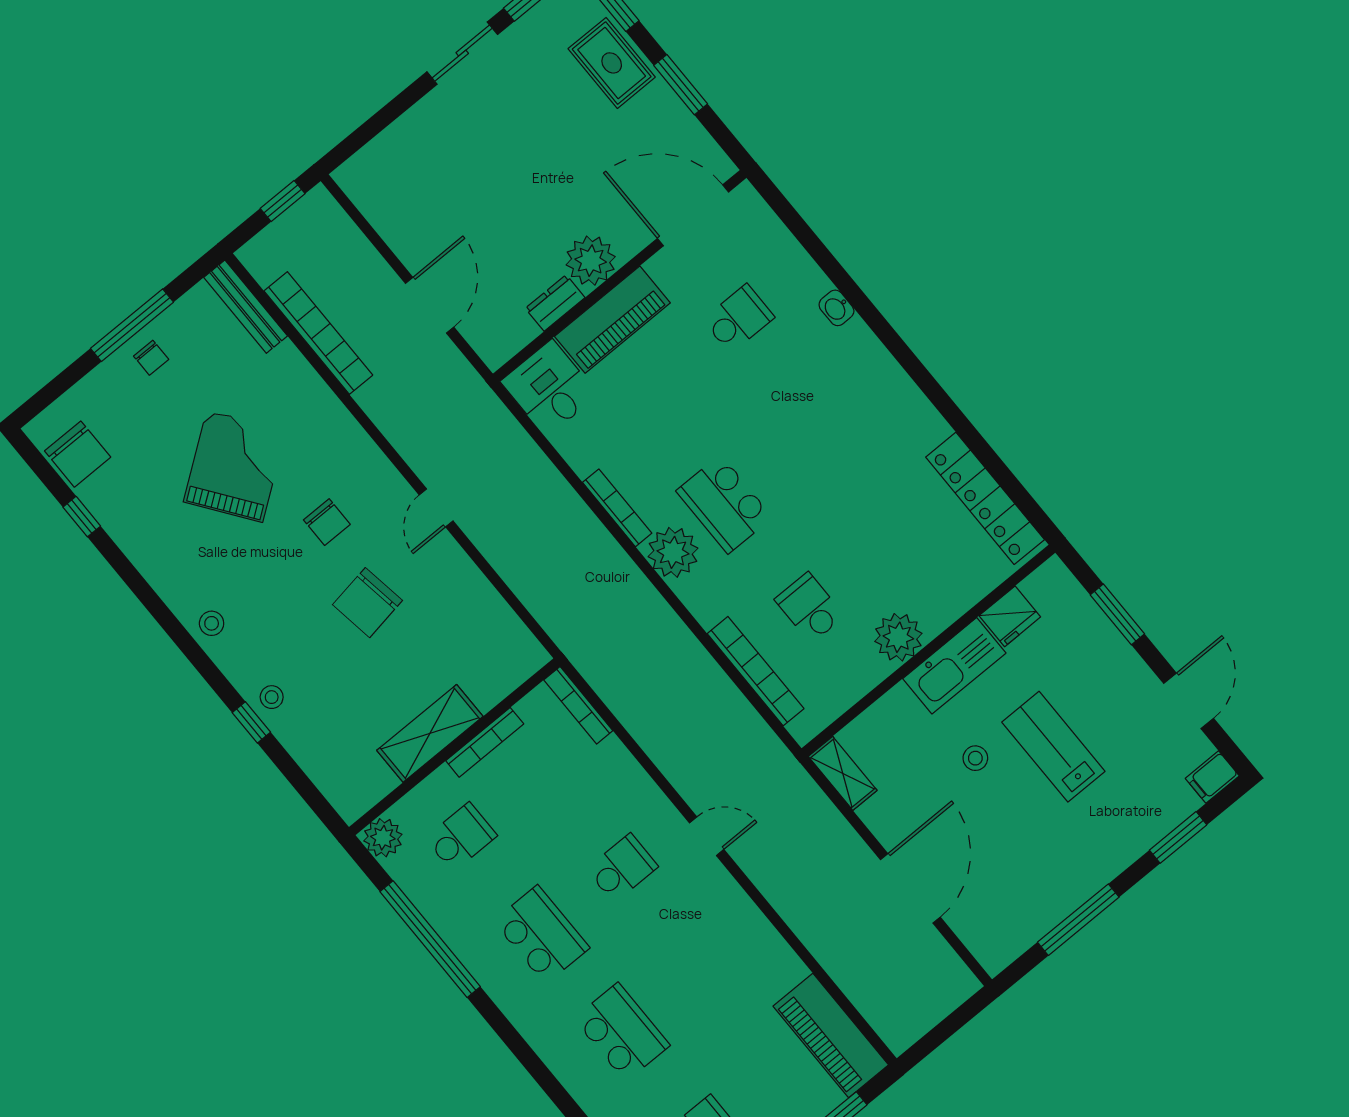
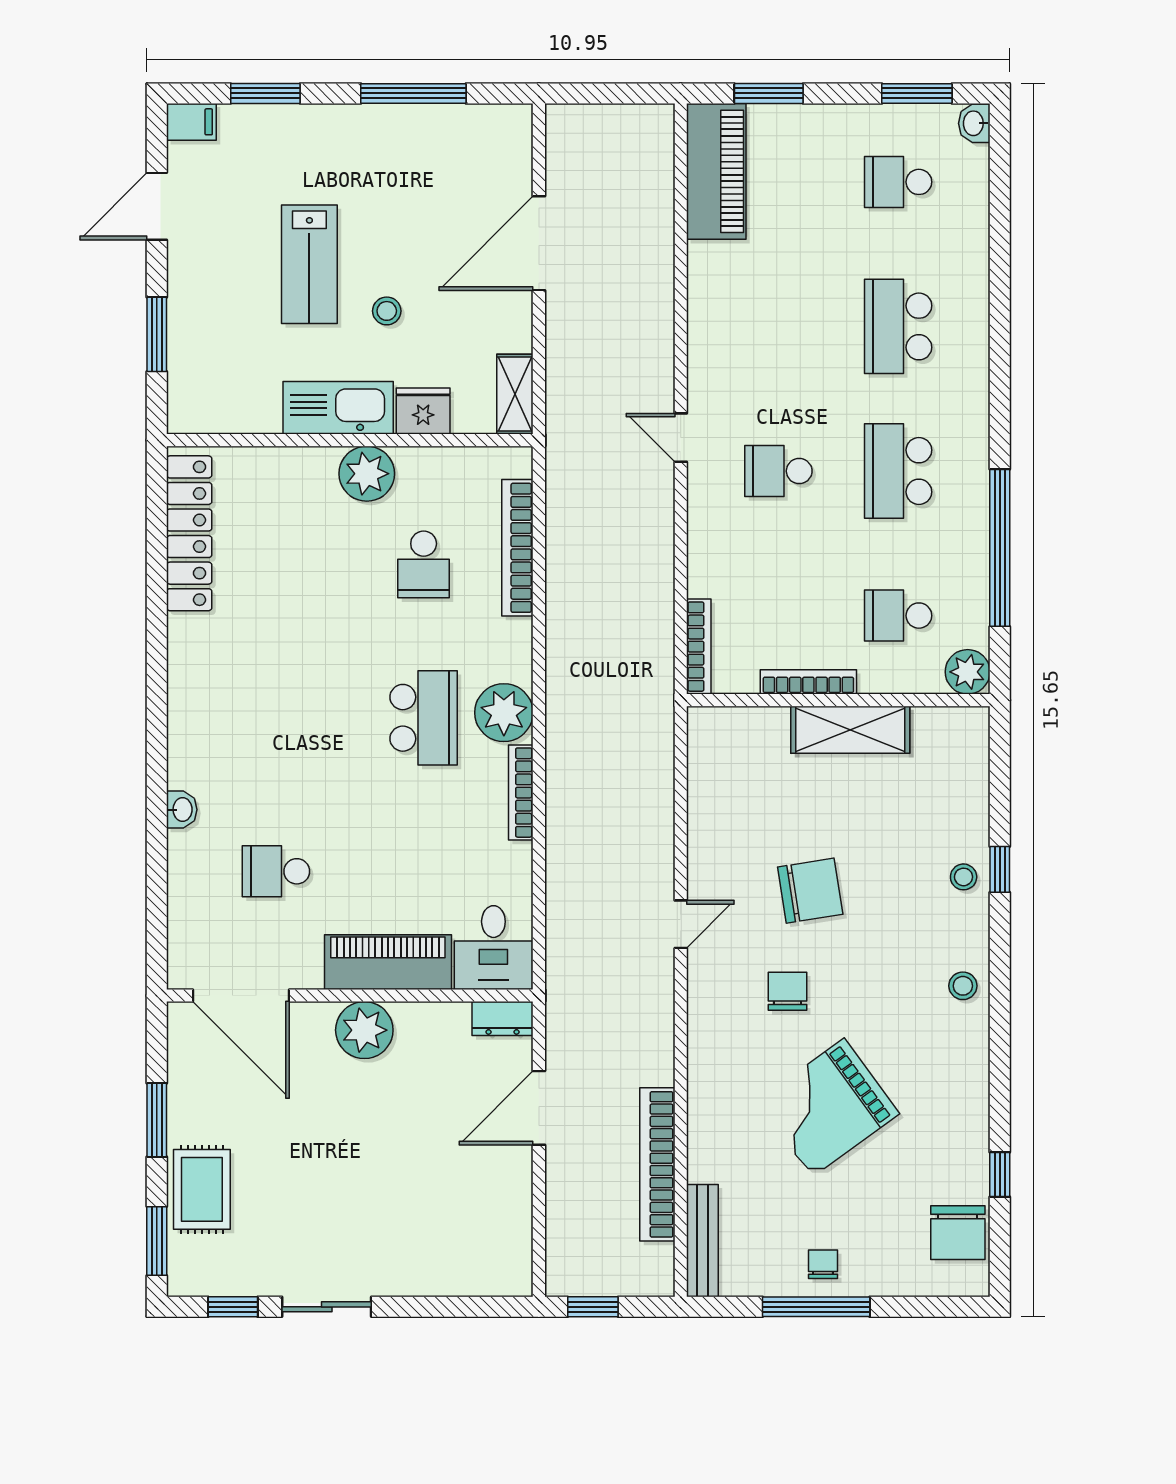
dresser: (555, 303) -> (503, 1019), moved
chair: (78, 454) -> (958, 1233), turned 180
fridge: (1010, 616) -> (423, 411), moved

